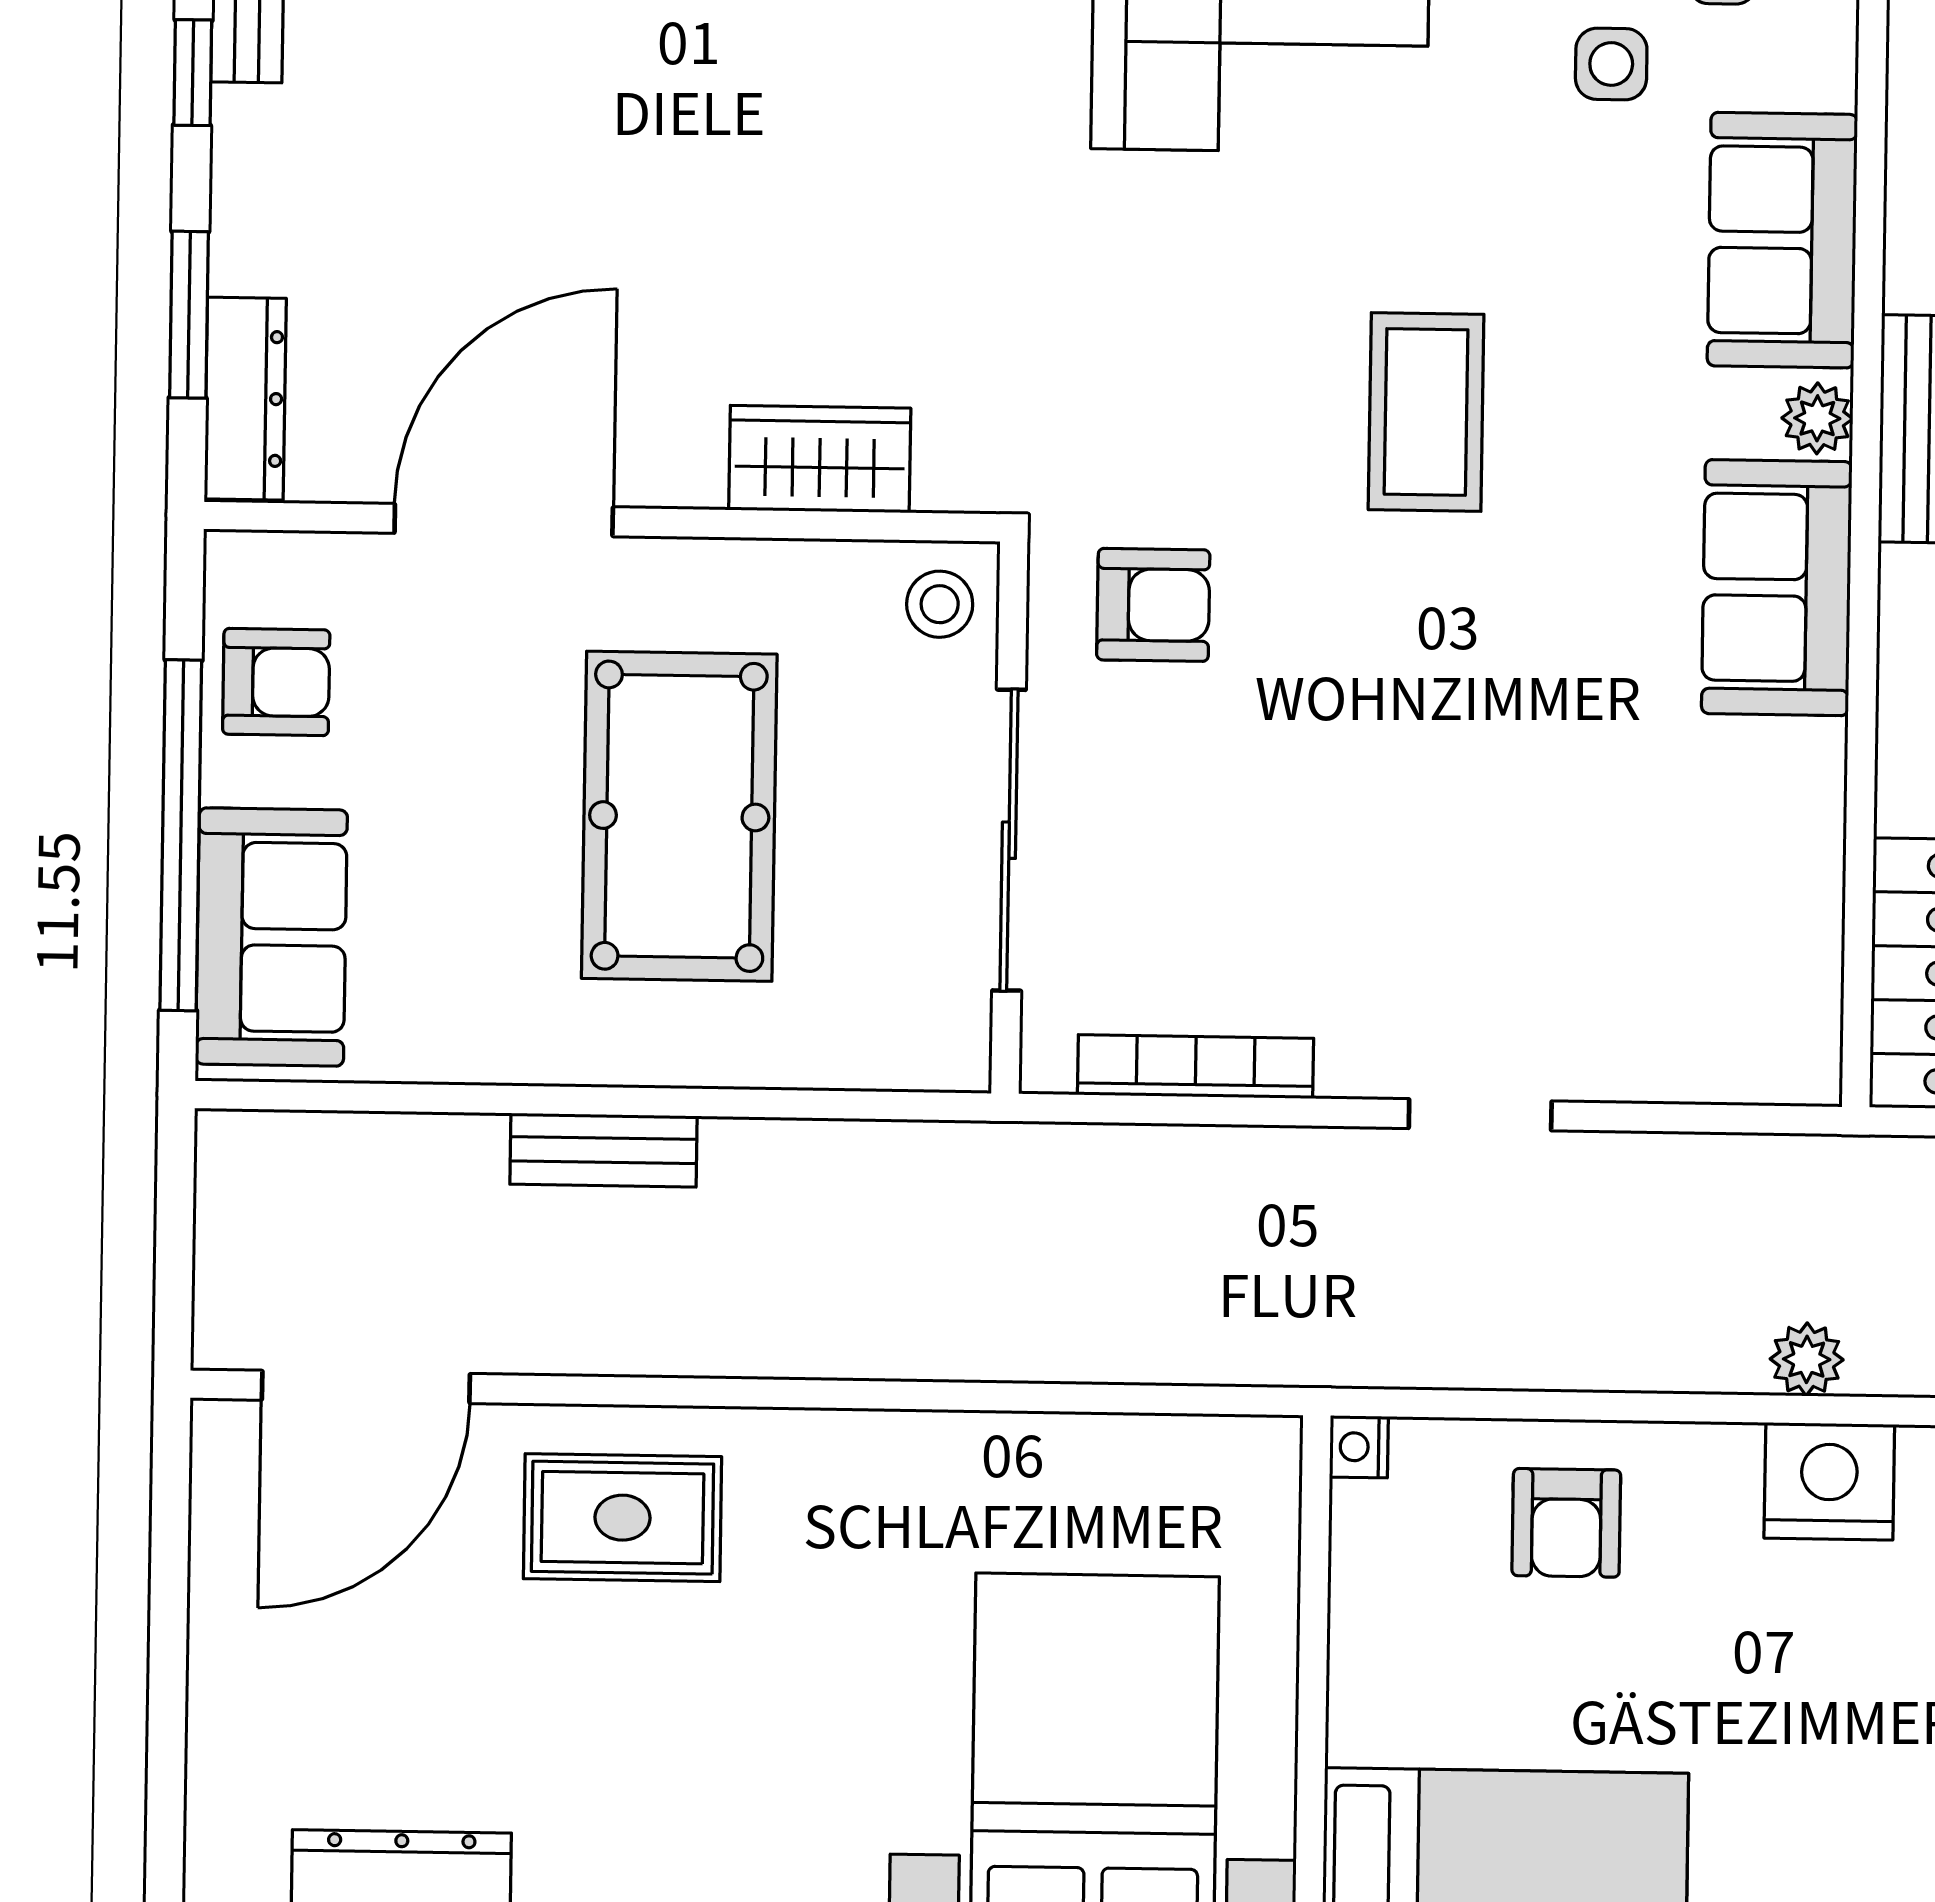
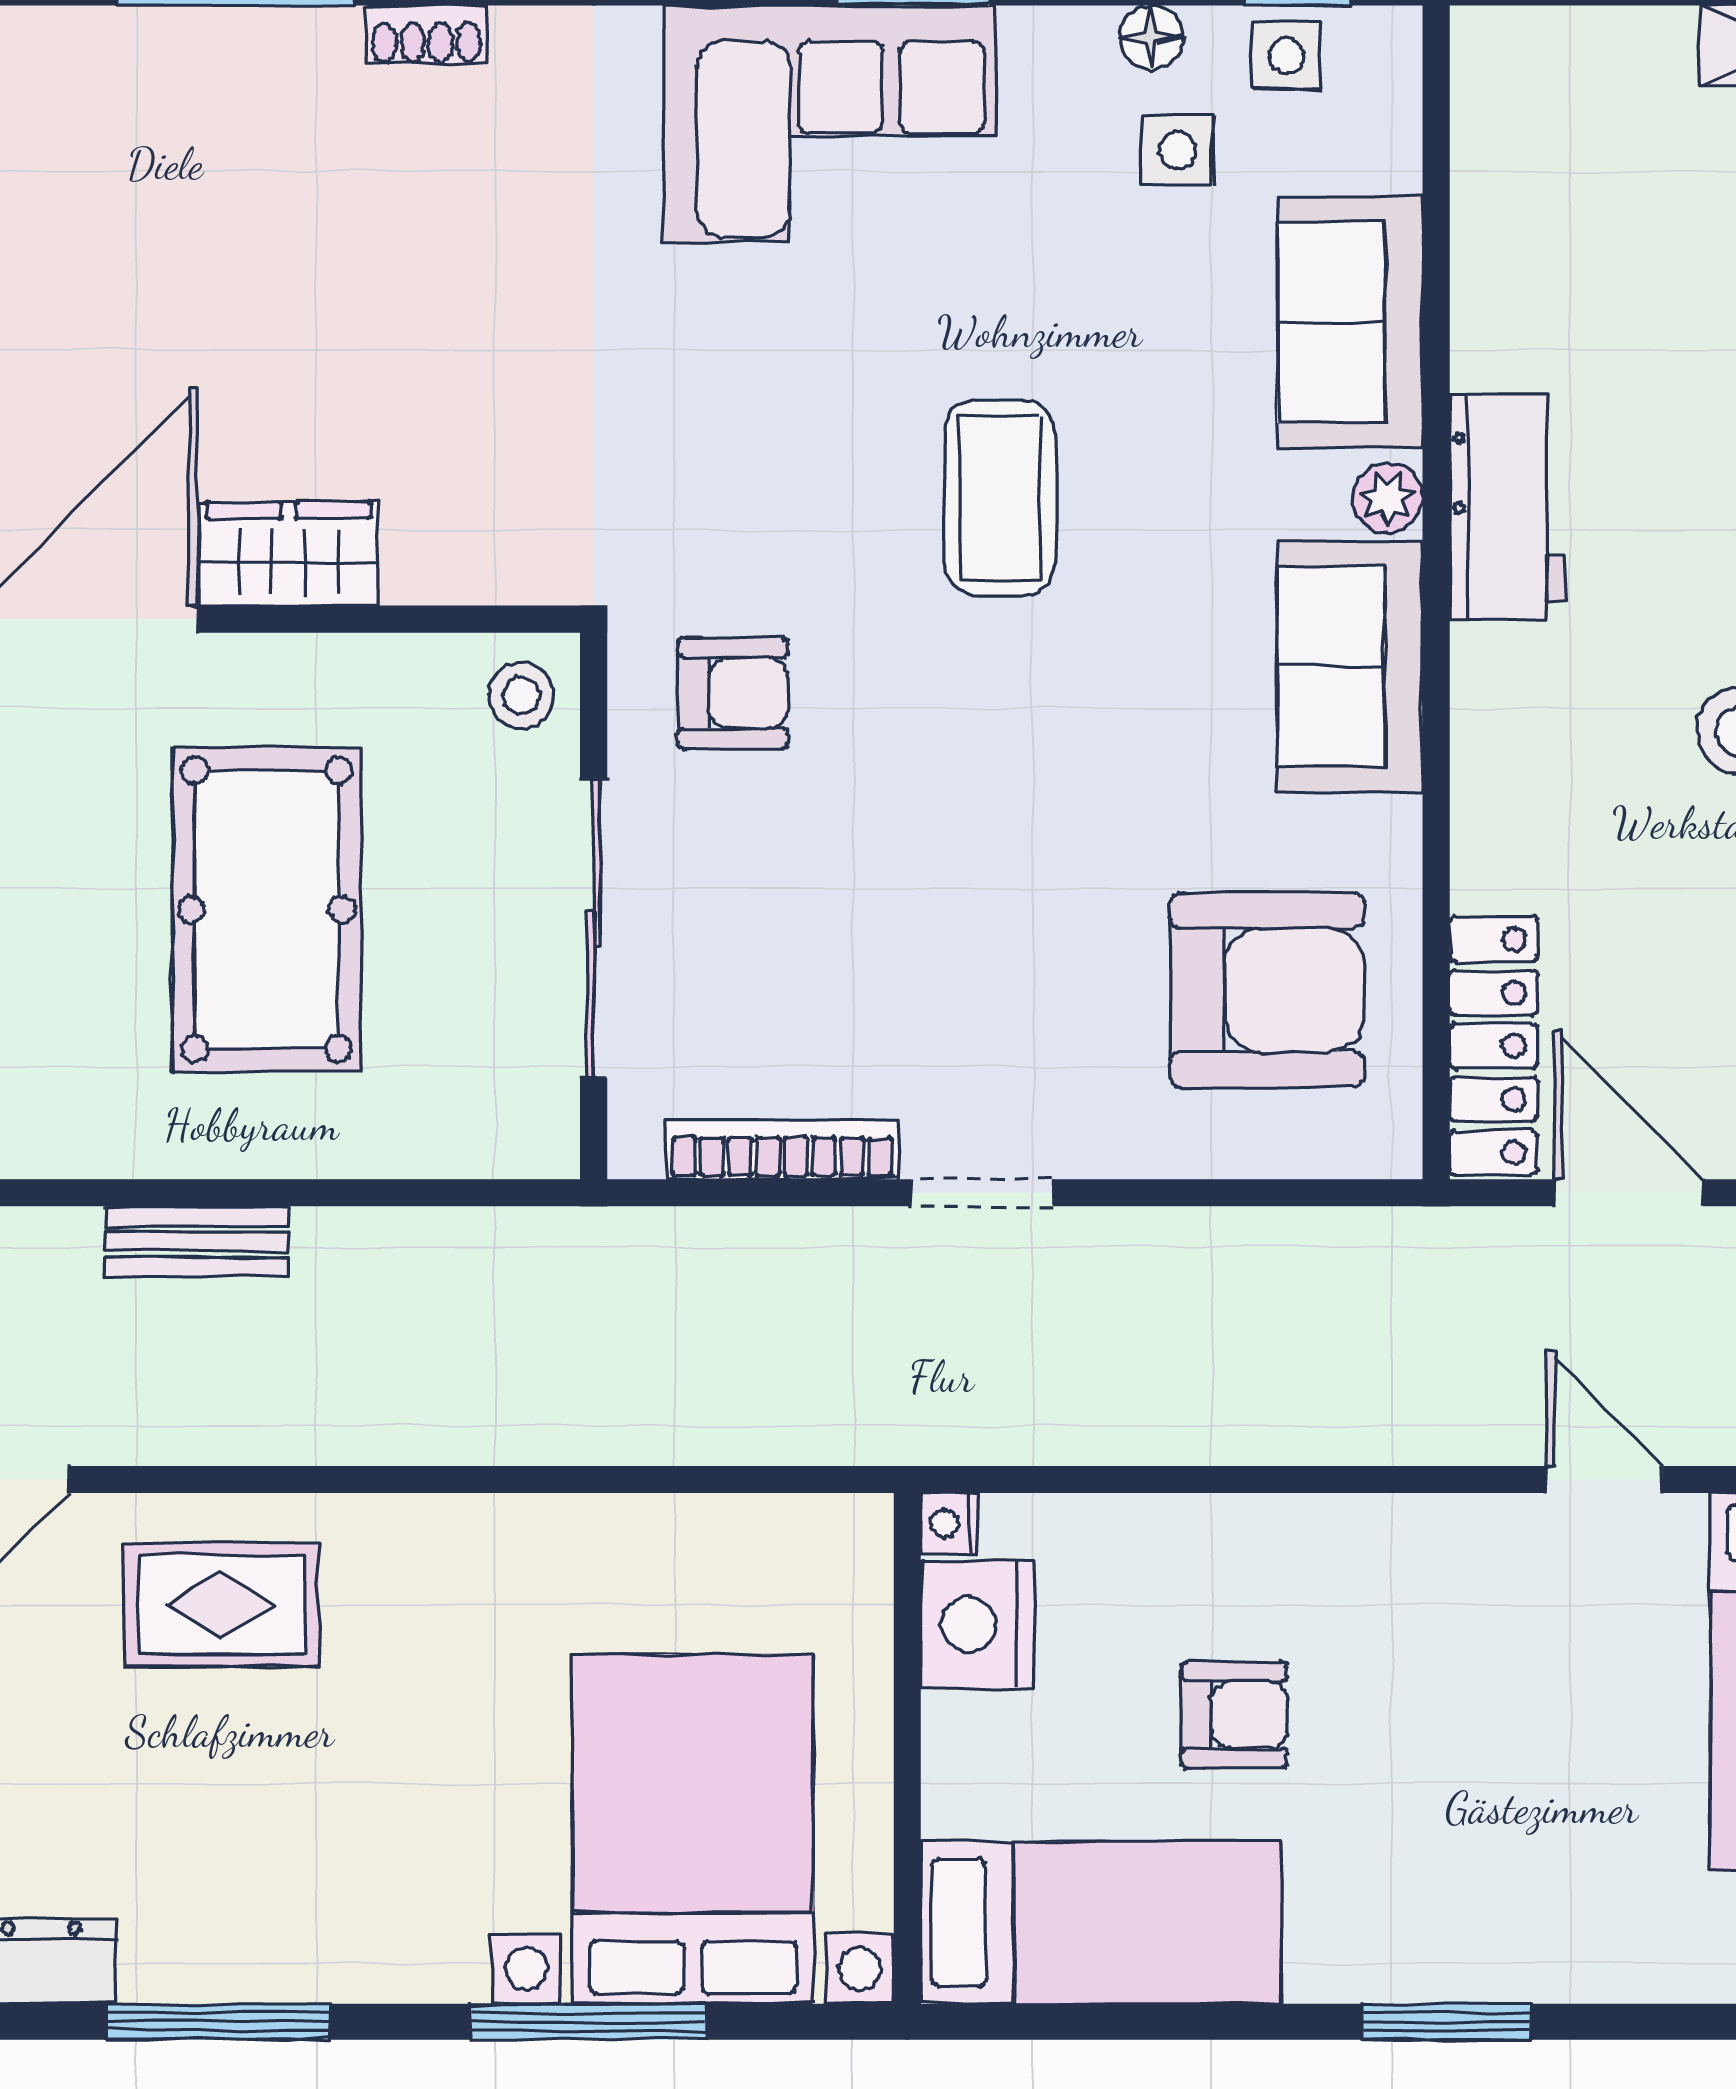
wardrobe: (820, 459) -> (289, 554), moved
armchair: (1688, 913) -> (1267, 990), added
doorway: (1480, 1115) -> (982, 1193), moved
plant: (1807, 1359) -> (1391, 1430), removed
nightstand: (1829, 1481) -> (978, 1625), moved, turned -90
armchair: (1566, 1523) -> (1234, 1715), moved, turned -90

